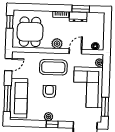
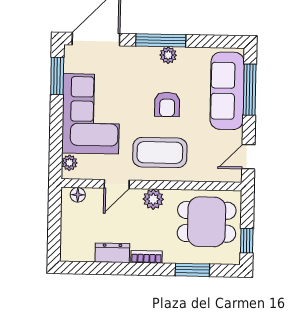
window: (81, 9) -> (192, 270), moved
dining table: (30, 32) -> (207, 222), turned 90
window: (52, 124) -> (161, 40), width x2.17

